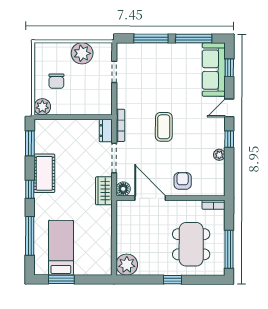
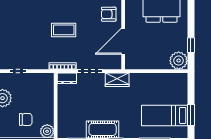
floor lamp: (123, 189) -> (115, 64), removed
window: (173, 280) -> (191, 45), moved

